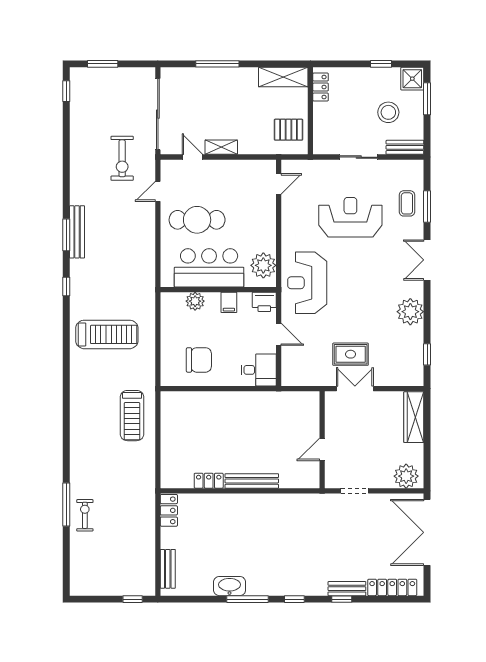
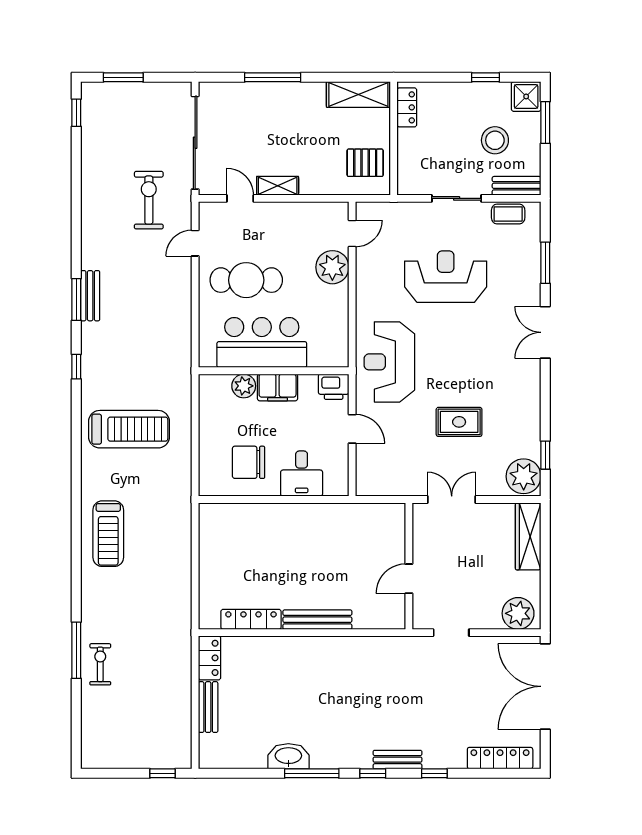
exercise bike: (122, 158) -> (149, 200), turned 180
coffee table: (407, 203) -> (508, 214), moved, turned 90
bench: (77, 232) -> (90, 296), width x0.73
plant: (263, 265) -> (332, 267), moved
filing cabinet: (229, 302) -> (278, 387), width x2.00
plant: (410, 312) -> (524, 476), moved
rug: (351, 354) -> (459, 422), moved
chair: (199, 360) -> (249, 462), turned 180
desk: (259, 370) -> (302, 474), moved, turned 90
treadmill: (132, 416) -> (108, 534), moved
locker: (209, 481) -> (251, 619), width x1.53
bench: (168, 569) -> (208, 707), moved
bench: (347, 589) -> (397, 760), moved

